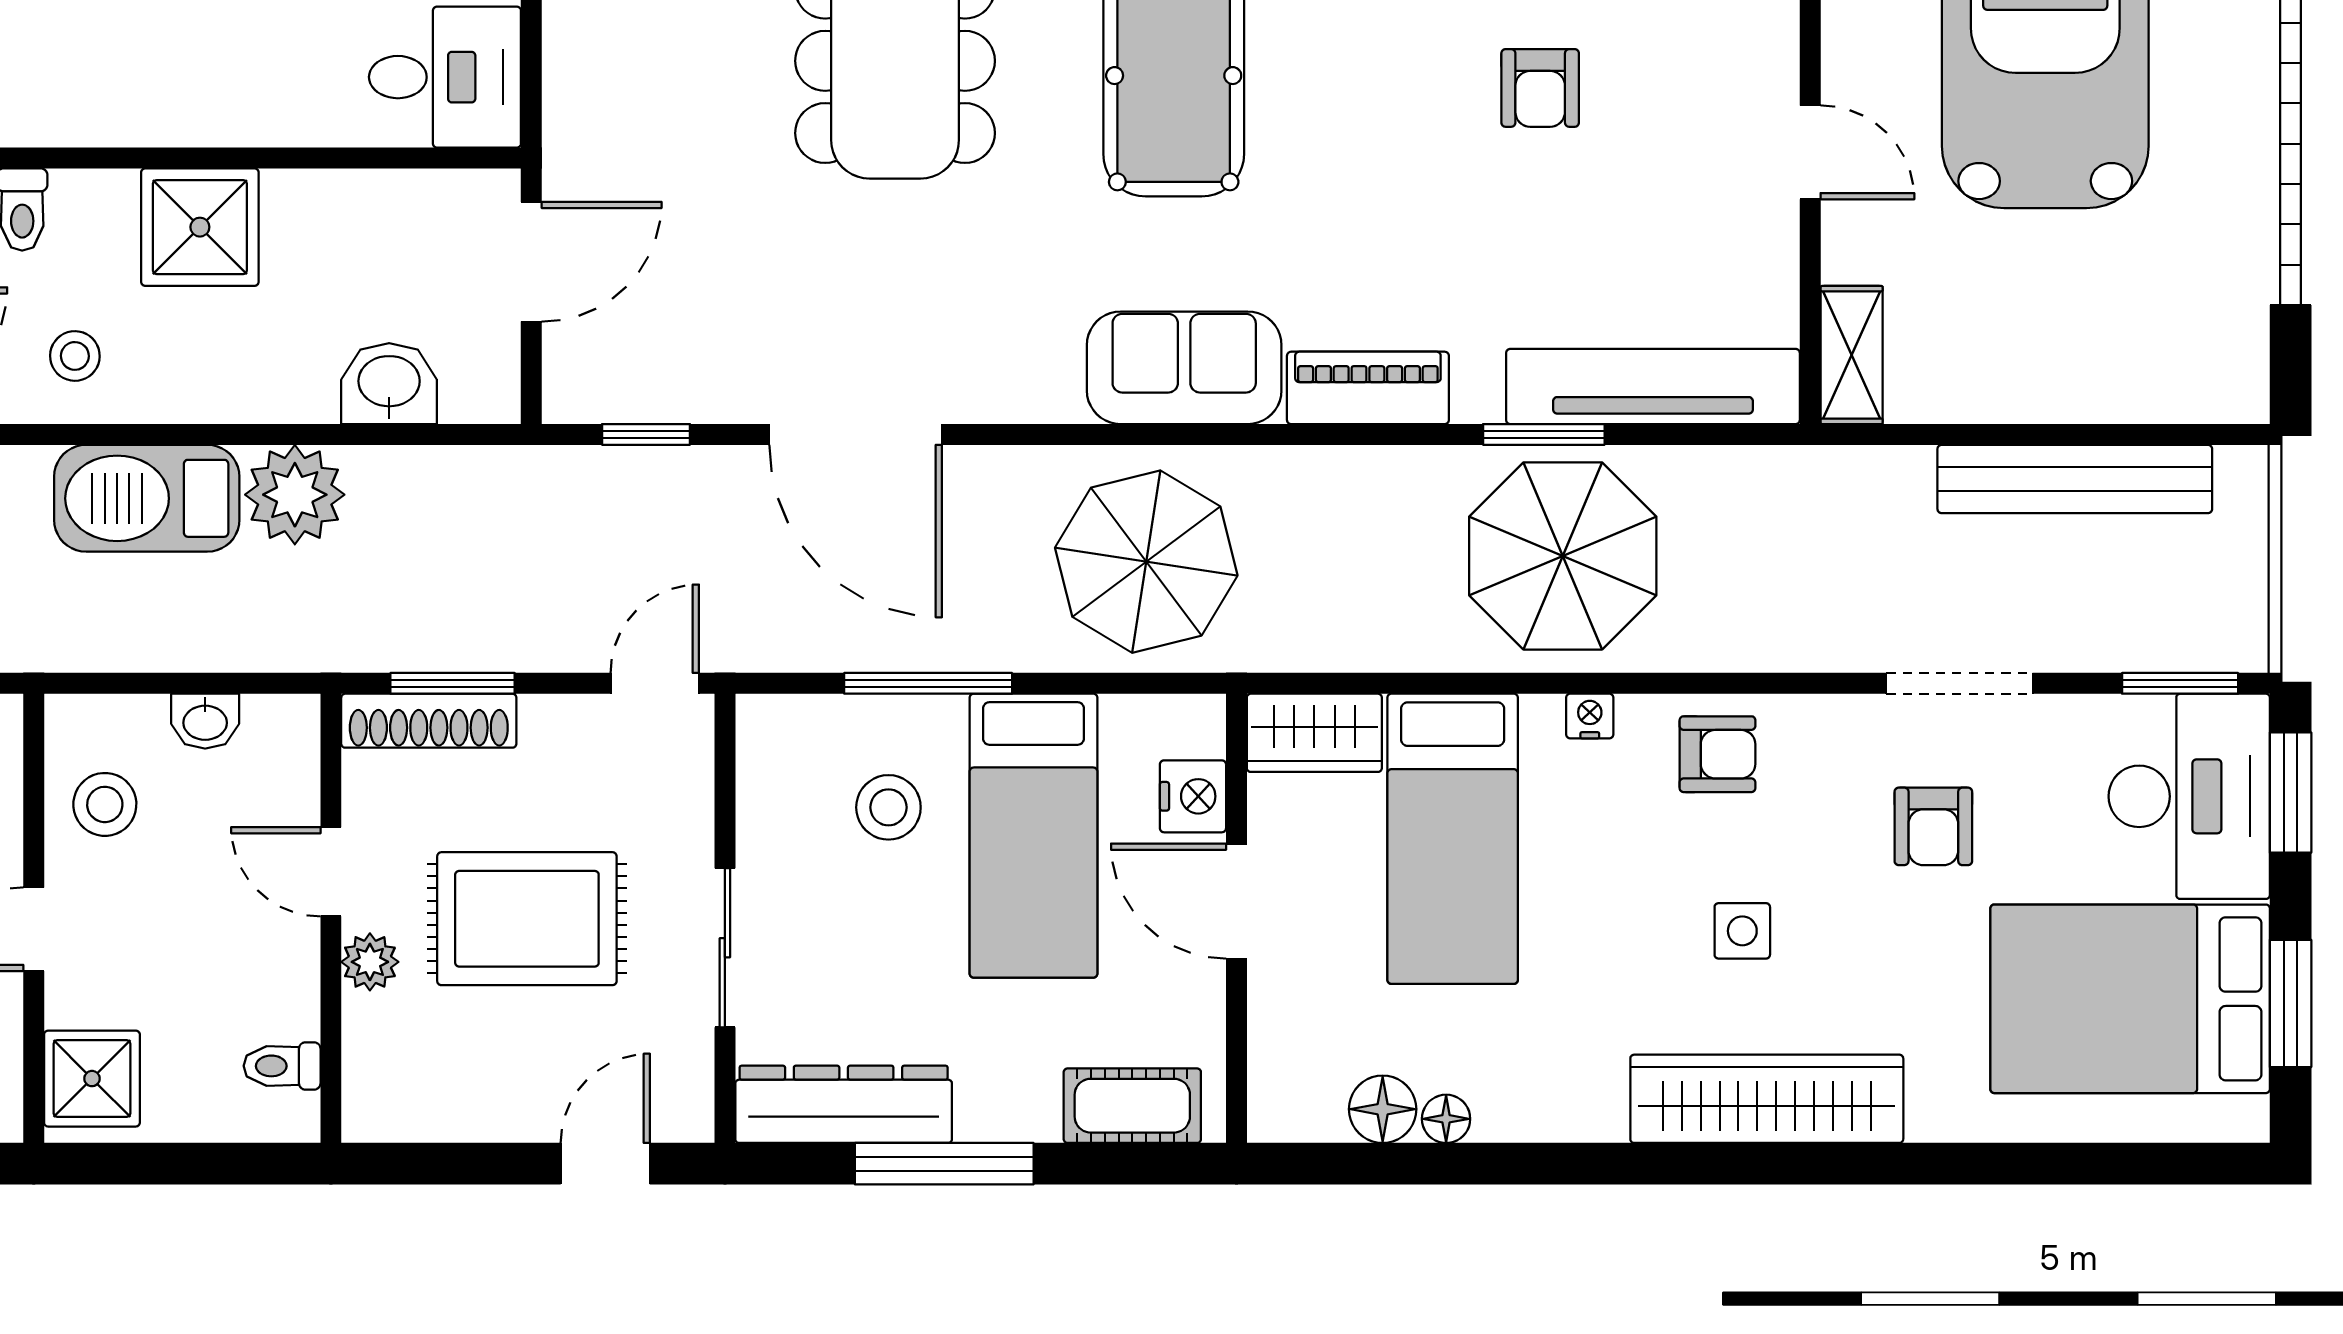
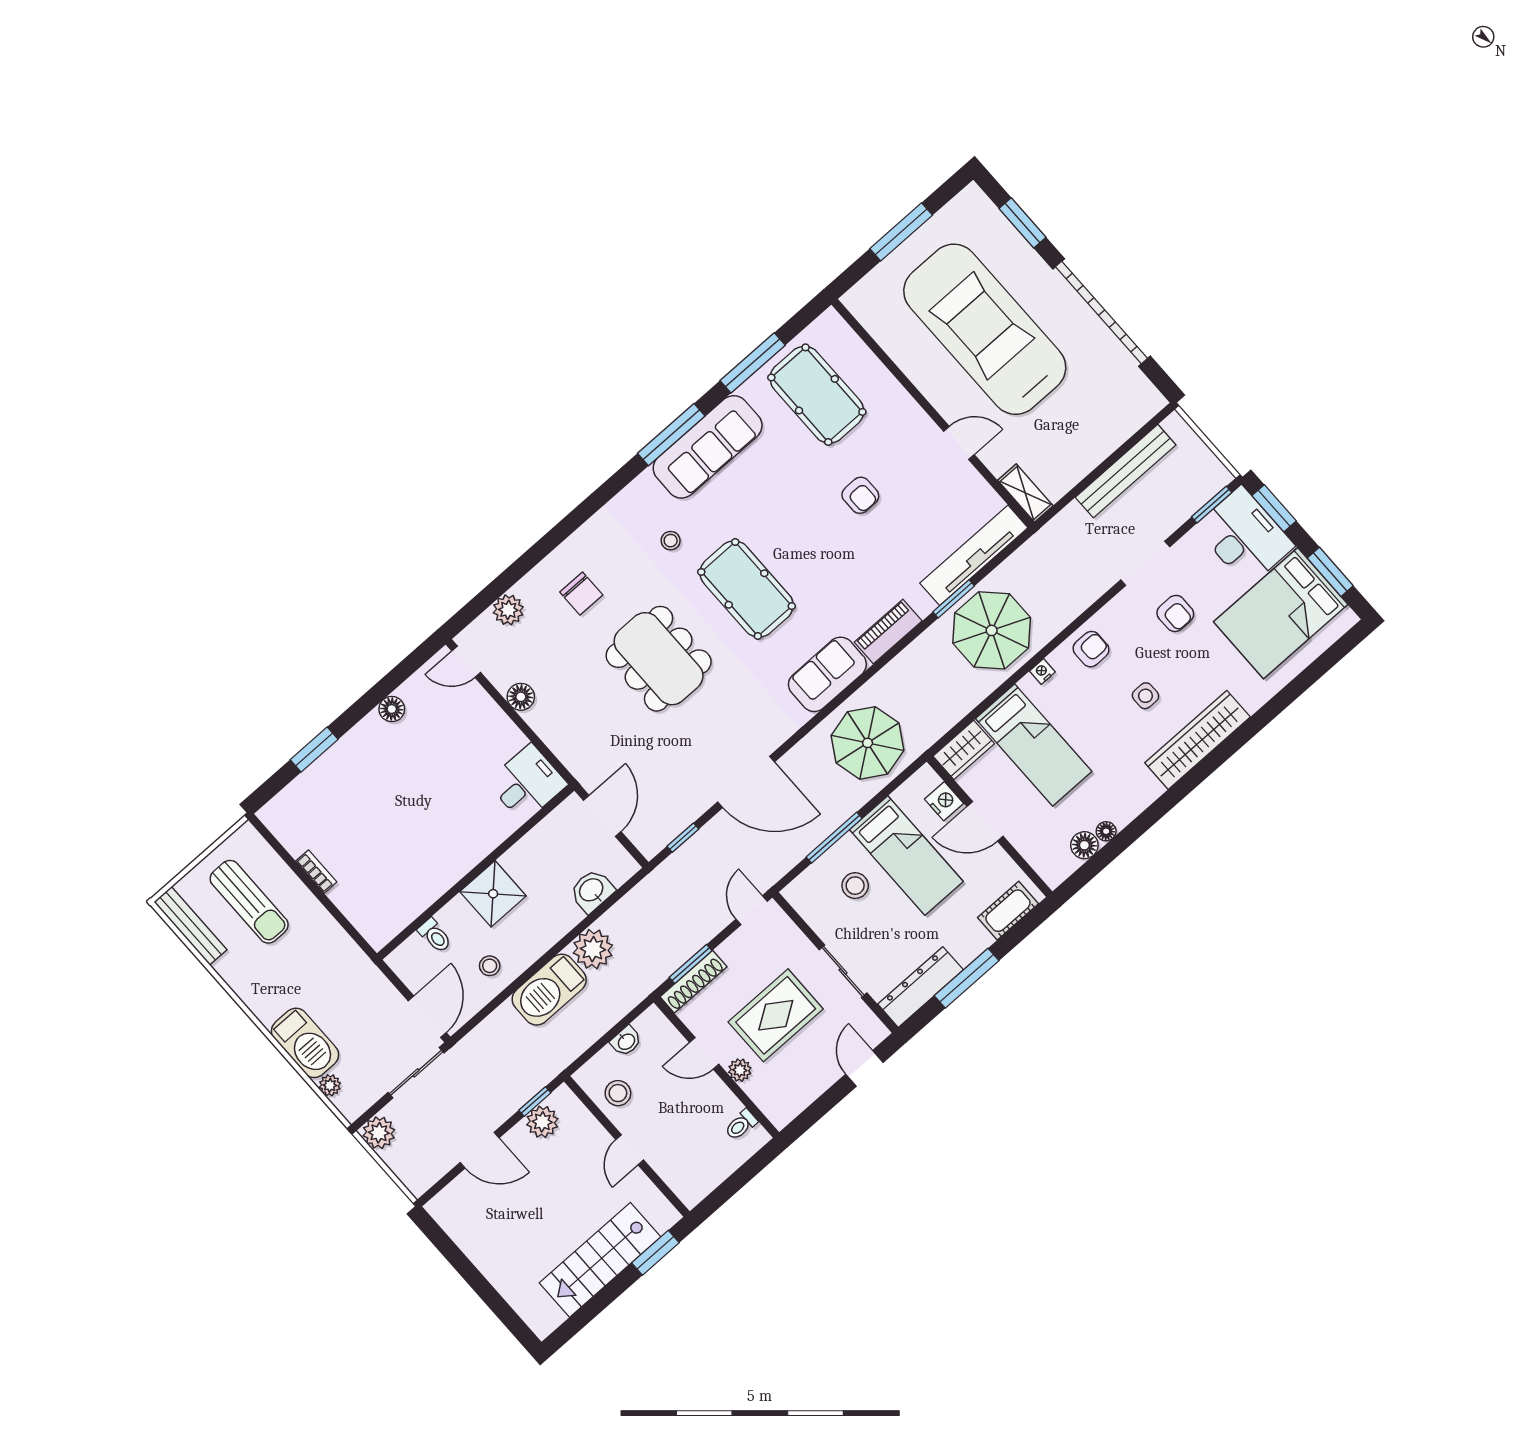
shower: (92, 1079) -> (687, 1179), removed

